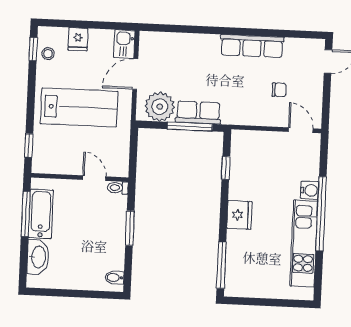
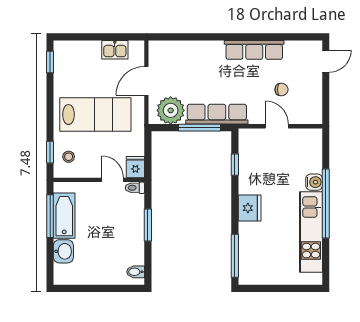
fridge: (78, 39) -> (135, 167), moved, turned 180
kitchen sink: (124, 44) -> (115, 50), moved, turned -90
stool: (48, 54) -> (69, 157), moved
row of seats: (198, 112) -> (217, 114), width x1.48
door: (301, 130) -> (277, 126), moved
washbasin: (38, 257) -> (63, 251), width x0.72

